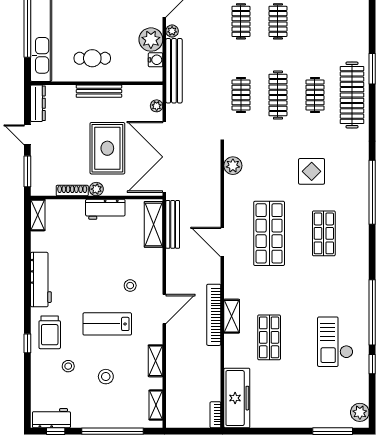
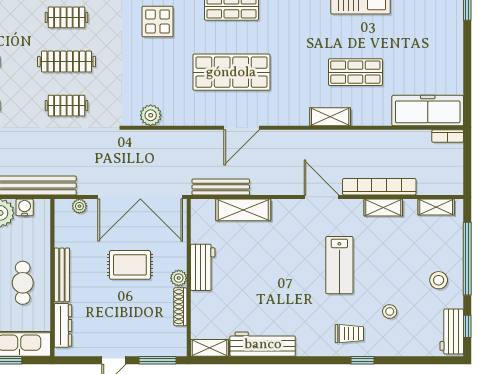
dresser: (38, 103) -> (63, 325), moved, turned 90
rug: (107, 148) -> (130, 265), width x0.73, depth x0.70
shelving: (154, 224) -> (243, 210), moved
workbench: (41, 280) -> (263, 344), moved
stool: (130, 286) -> (294, 238), removed
bookcase: (214, 315) -> (379, 187), moved, turned 180
trolley: (50, 332) -> (349, 334), width x0.73, depth x0.72
stool: (106, 377) -> (439, 280), moved

